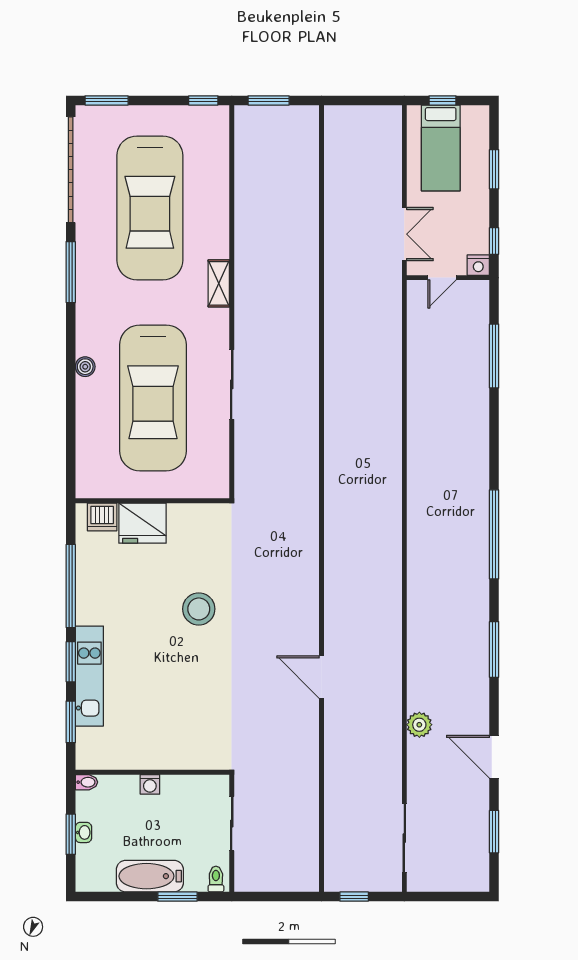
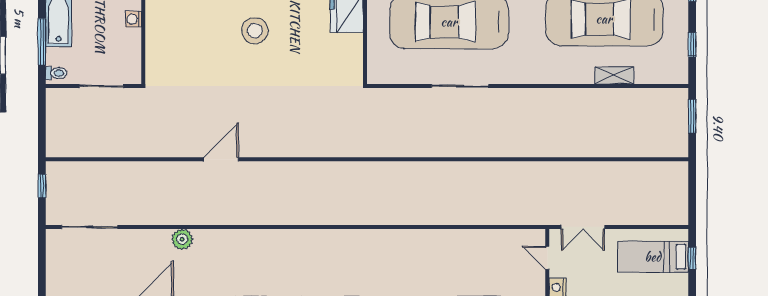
window: (203, 100) -> (692, 44), moved
shelving: (219, 283) -> (614, 75), moved
stool: (199, 609) -> (255, 31), moved
window: (177, 897) -> (42, 42), width x1.44

